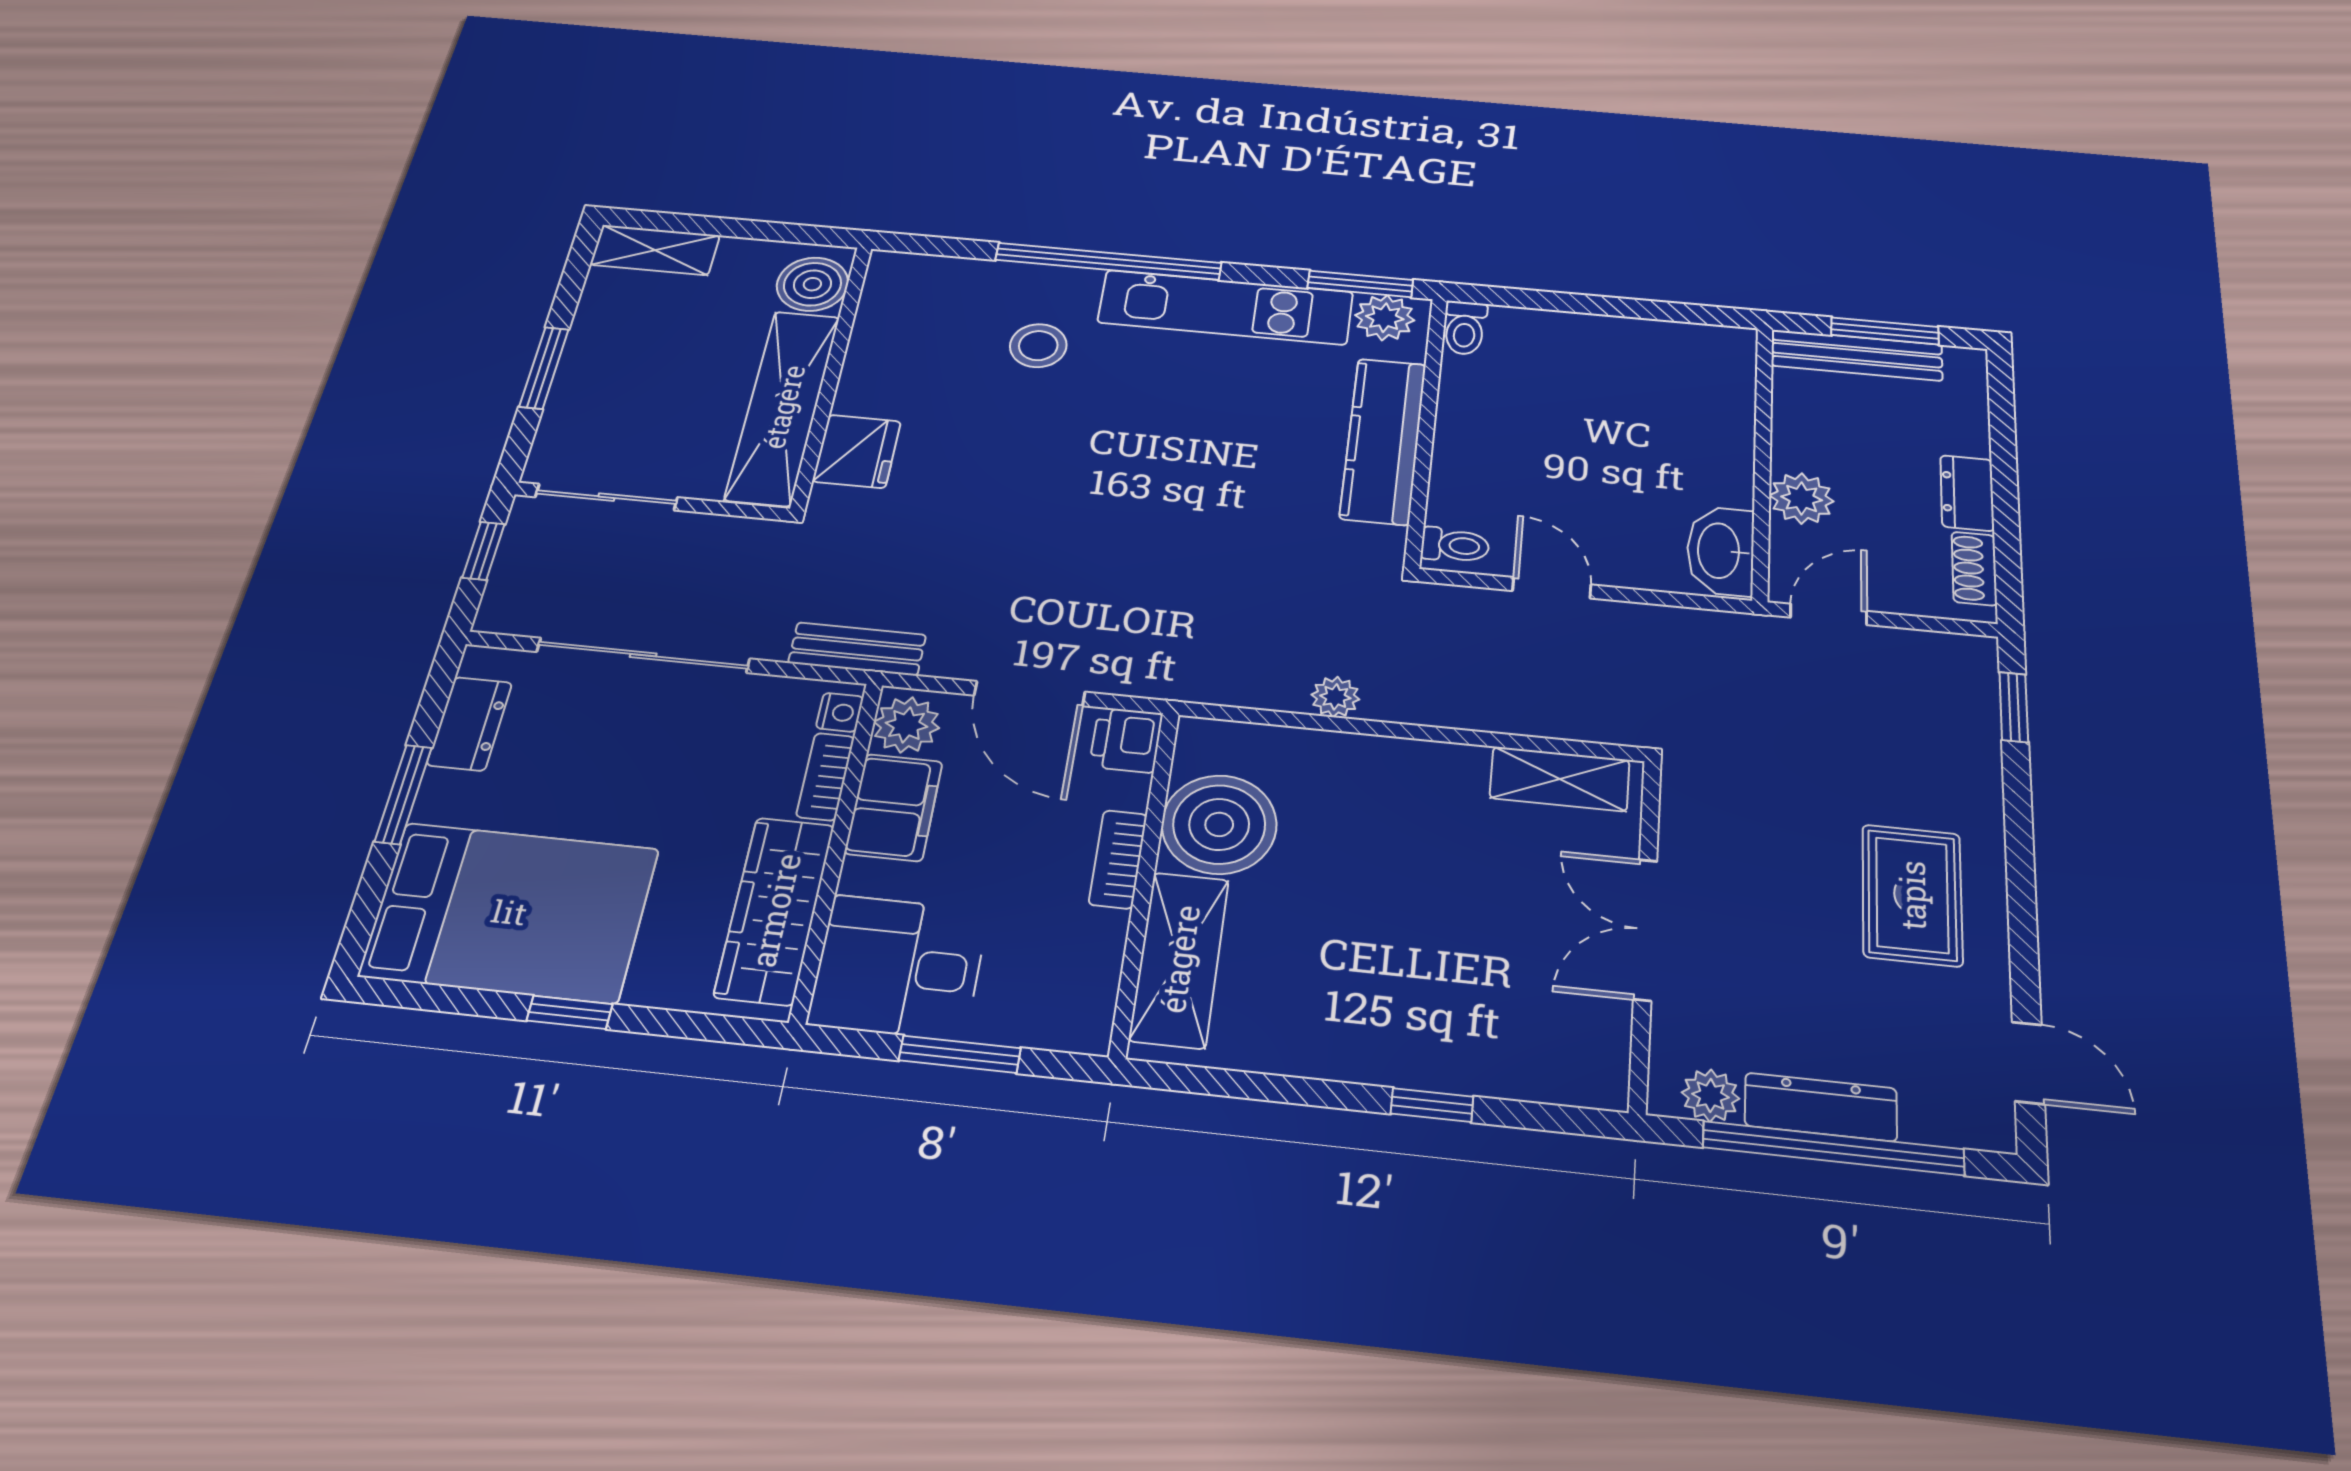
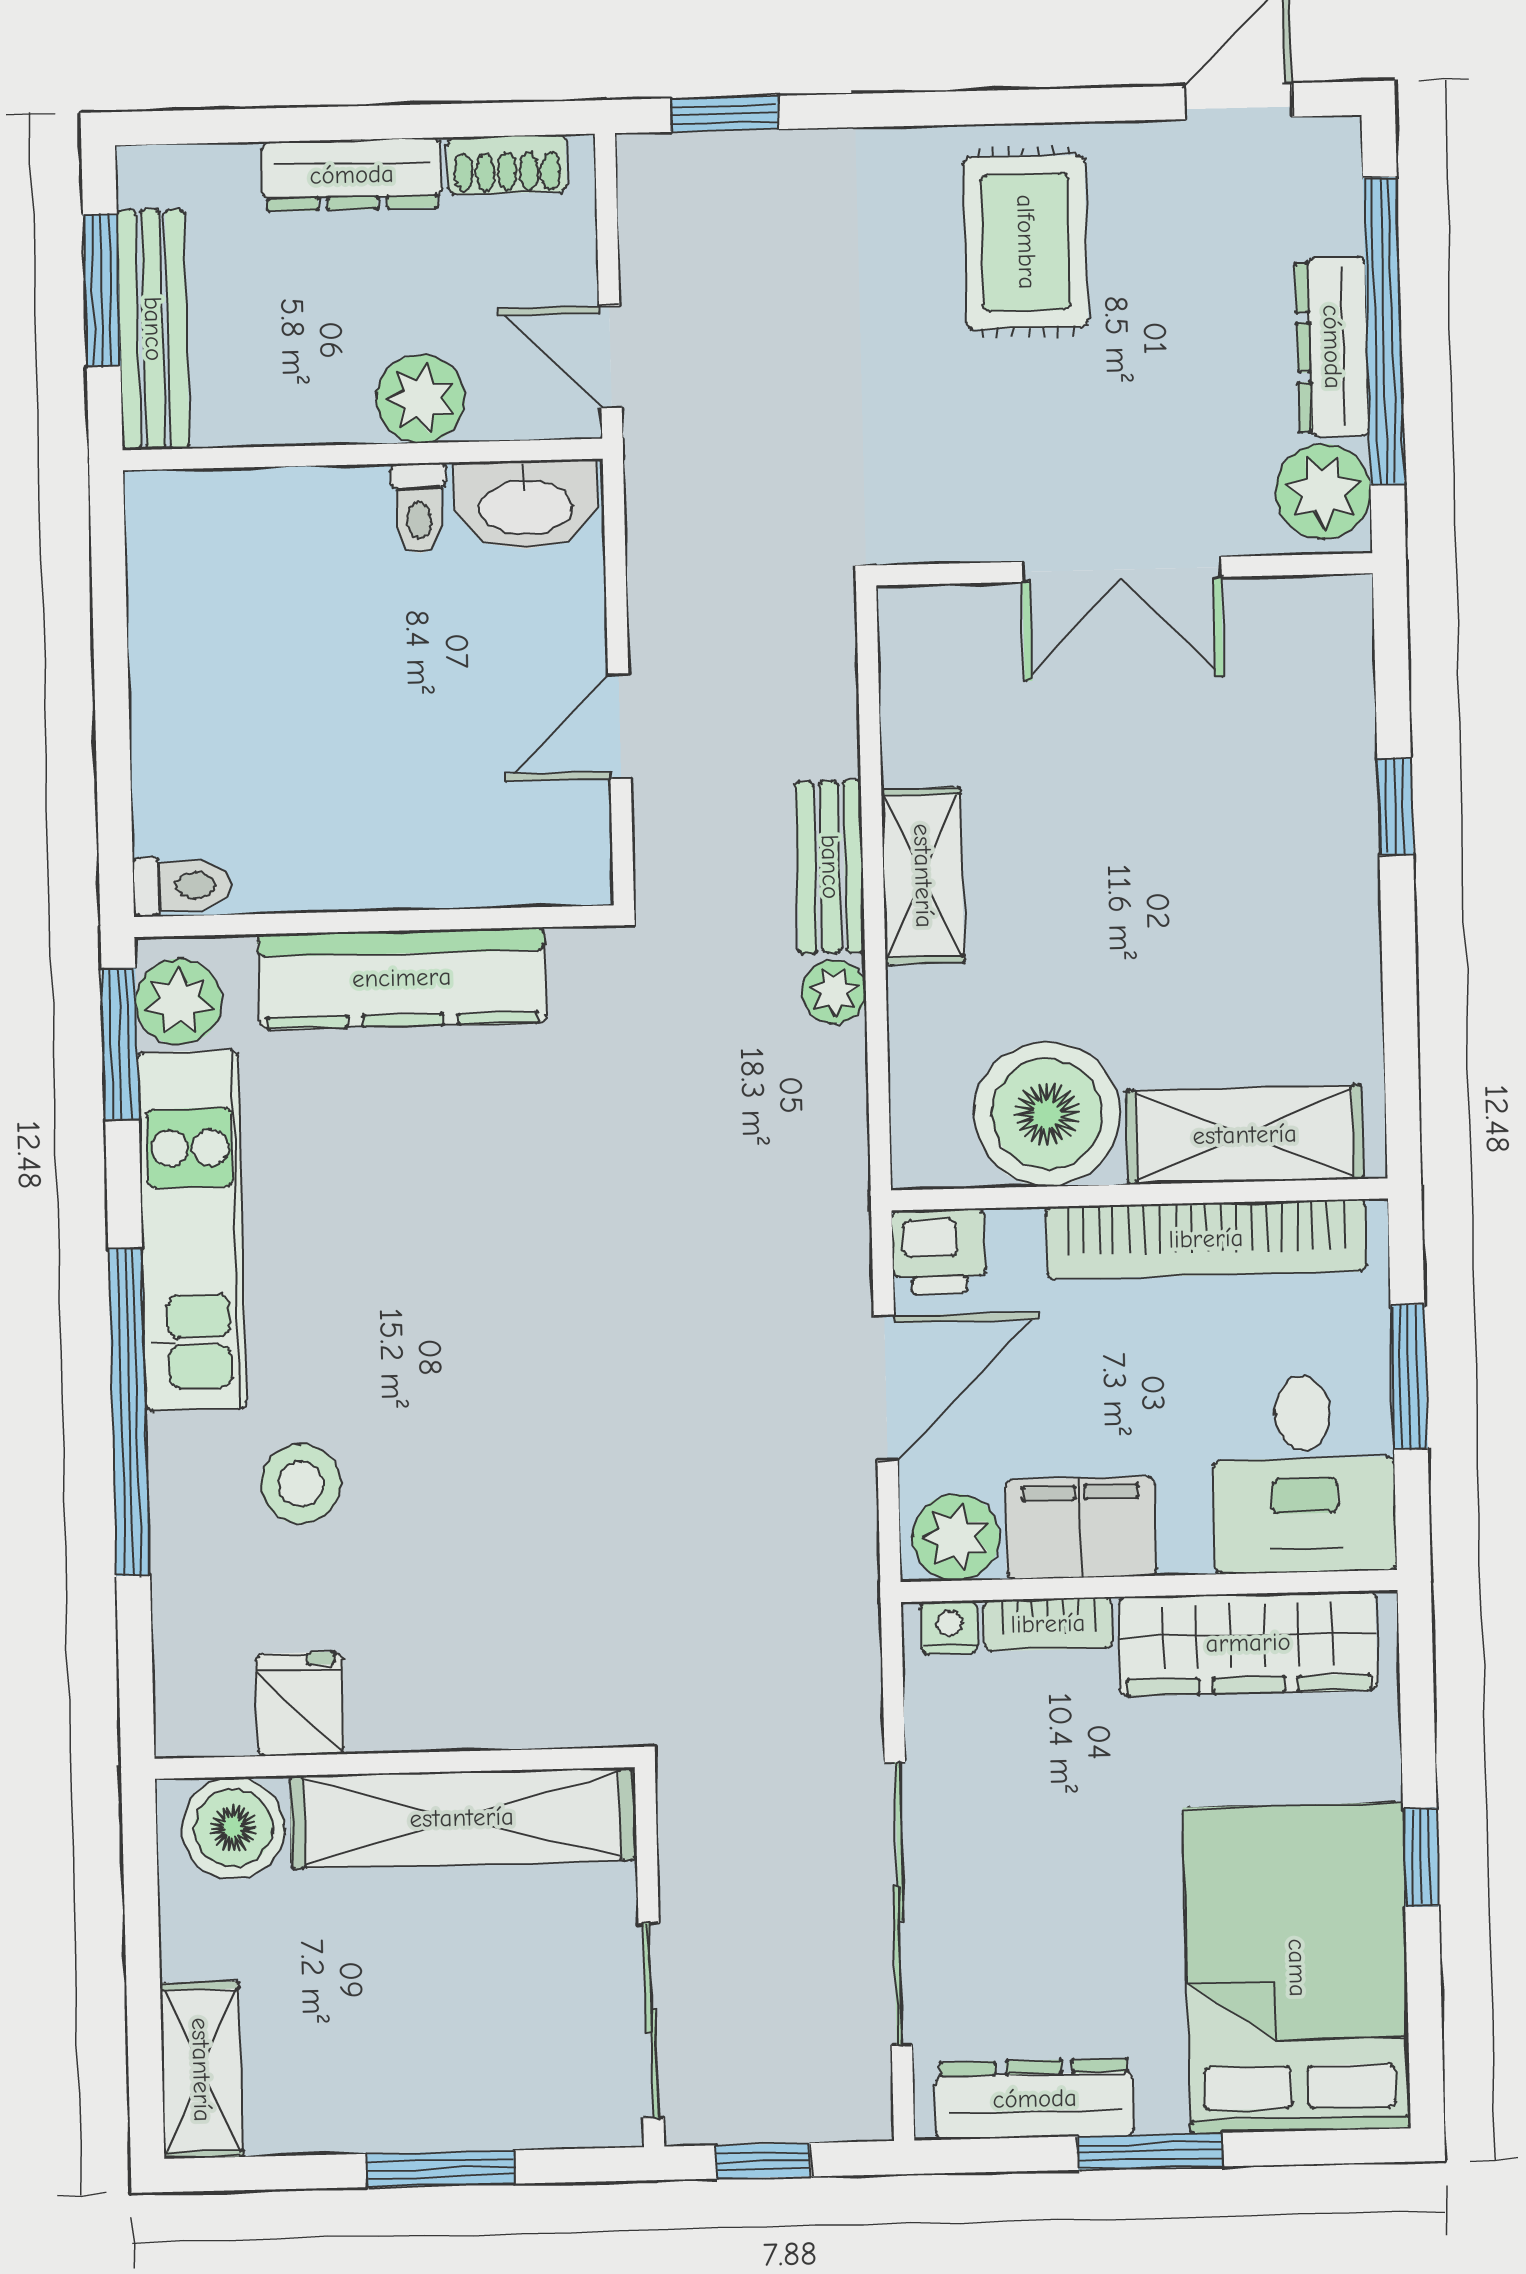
fridge: (857, 451) -> (300, 1704), moved, width x0.72
dresser: (1967, 493) -> (352, 175), width x1.44
toilet: (1455, 545) -> (419, 508), moved, turned 180
bench: (857, 649) -> (830, 867), moved
dresser: (470, 724) -> (1035, 2099), width x1.44
shelving: (1560, 779) -> (923, 876), moved
bookcase: (1118, 859) -> (1206, 1239), width x2.31, depth x1.31
rug: (1912, 895) -> (1026, 242), turned 90
plant: (1710, 1096) -> (1323, 491), width x1.38, depth x1.38

